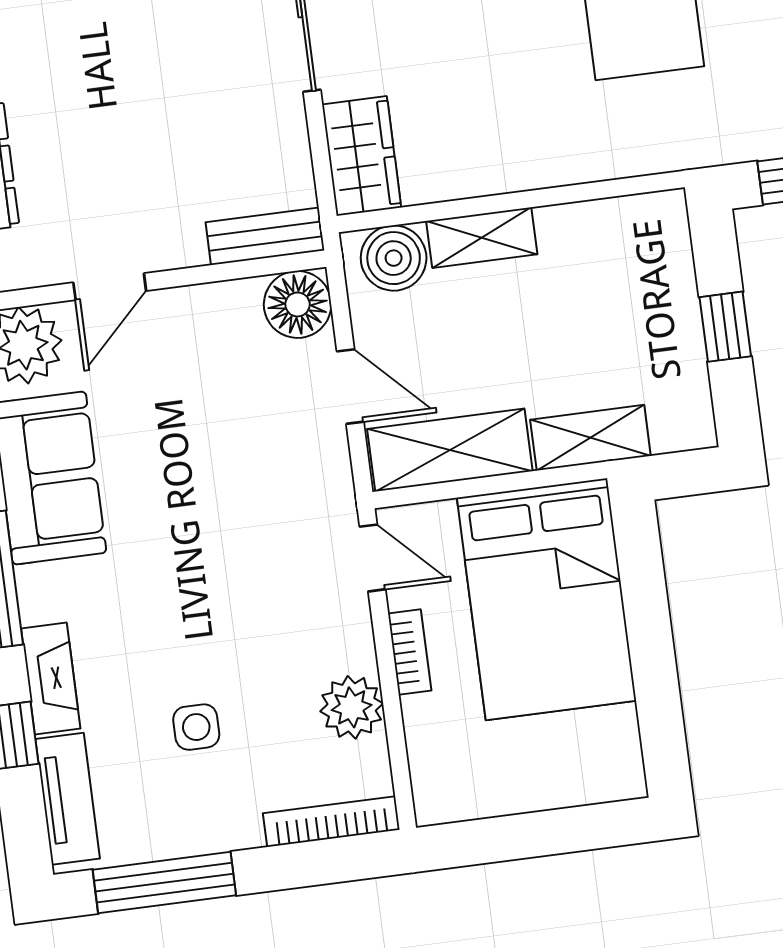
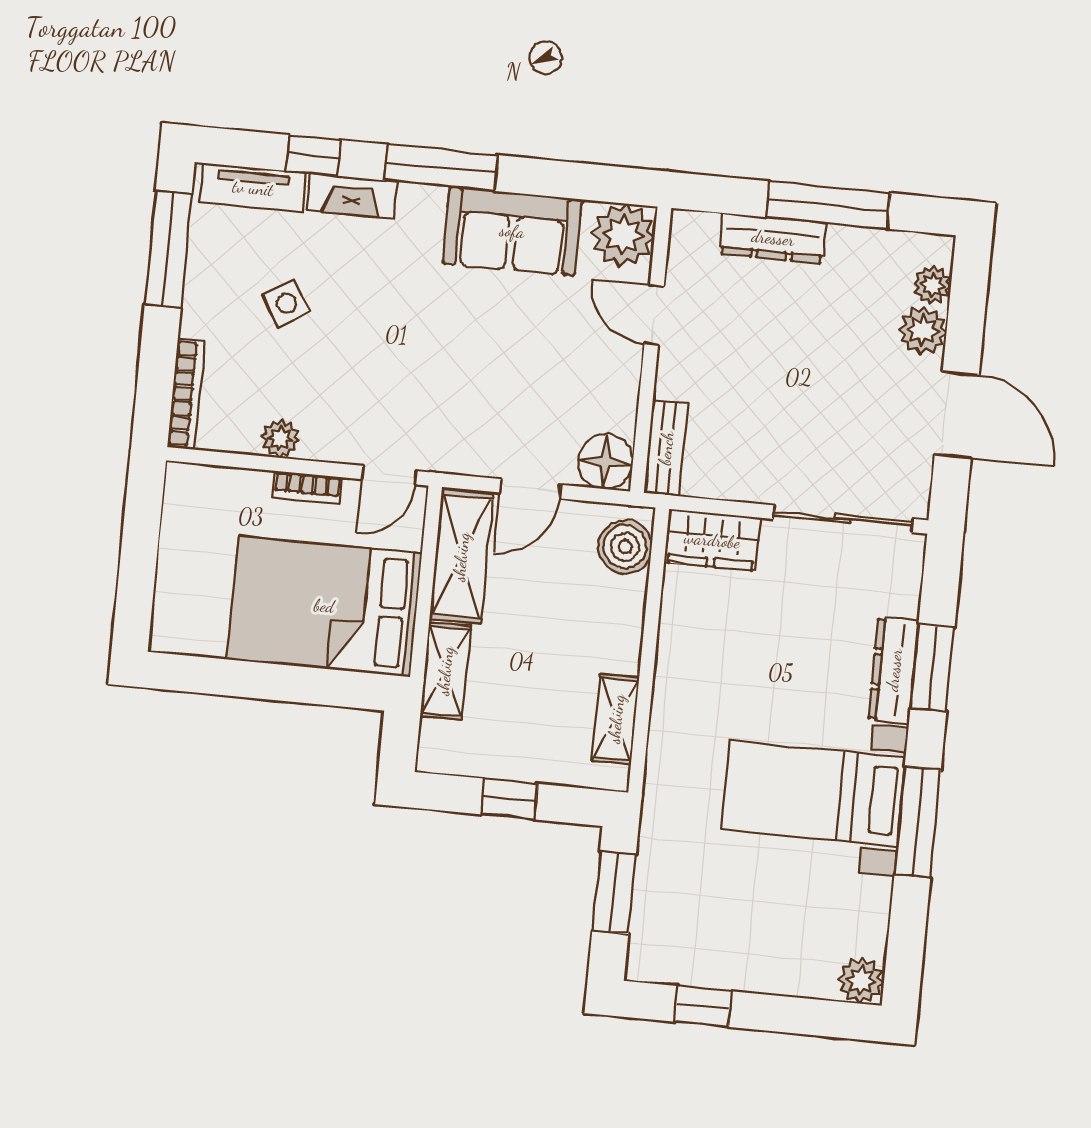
shelving: (482, 238) -> (616, 719), moved
plant: (352, 707) -> (280, 439), width x0.73, depth x0.73
side table: (196, 727) -> (287, 303), turned -31

